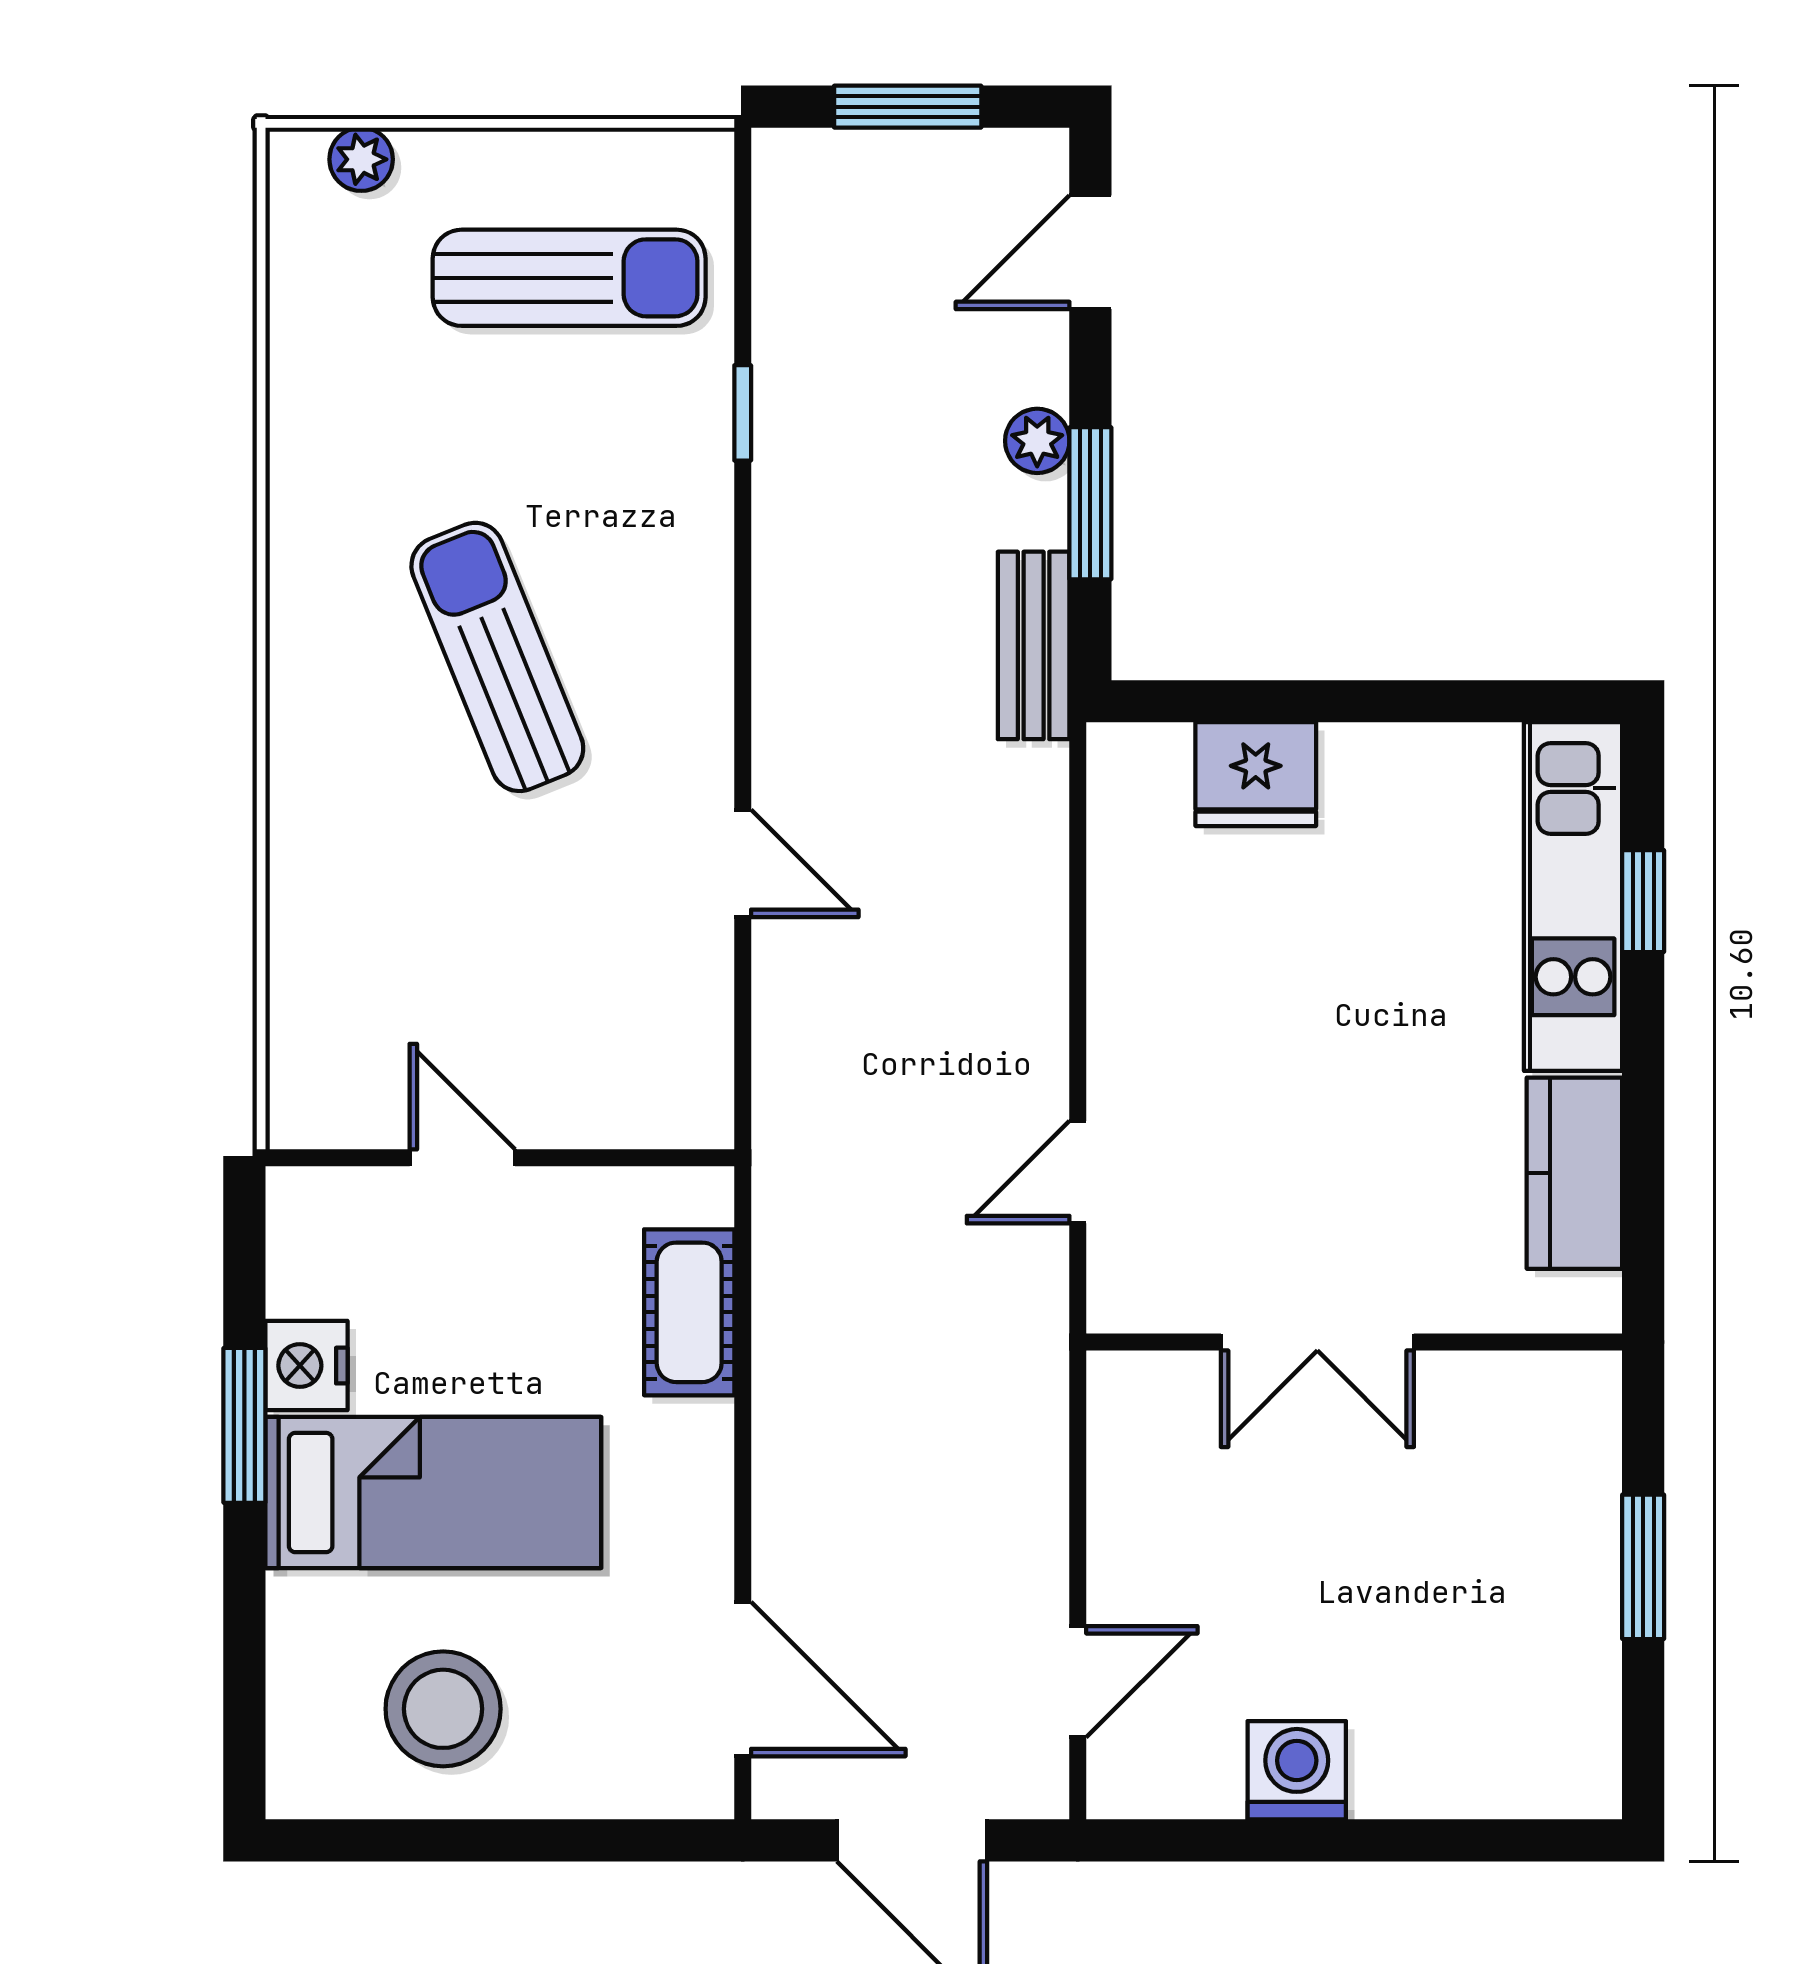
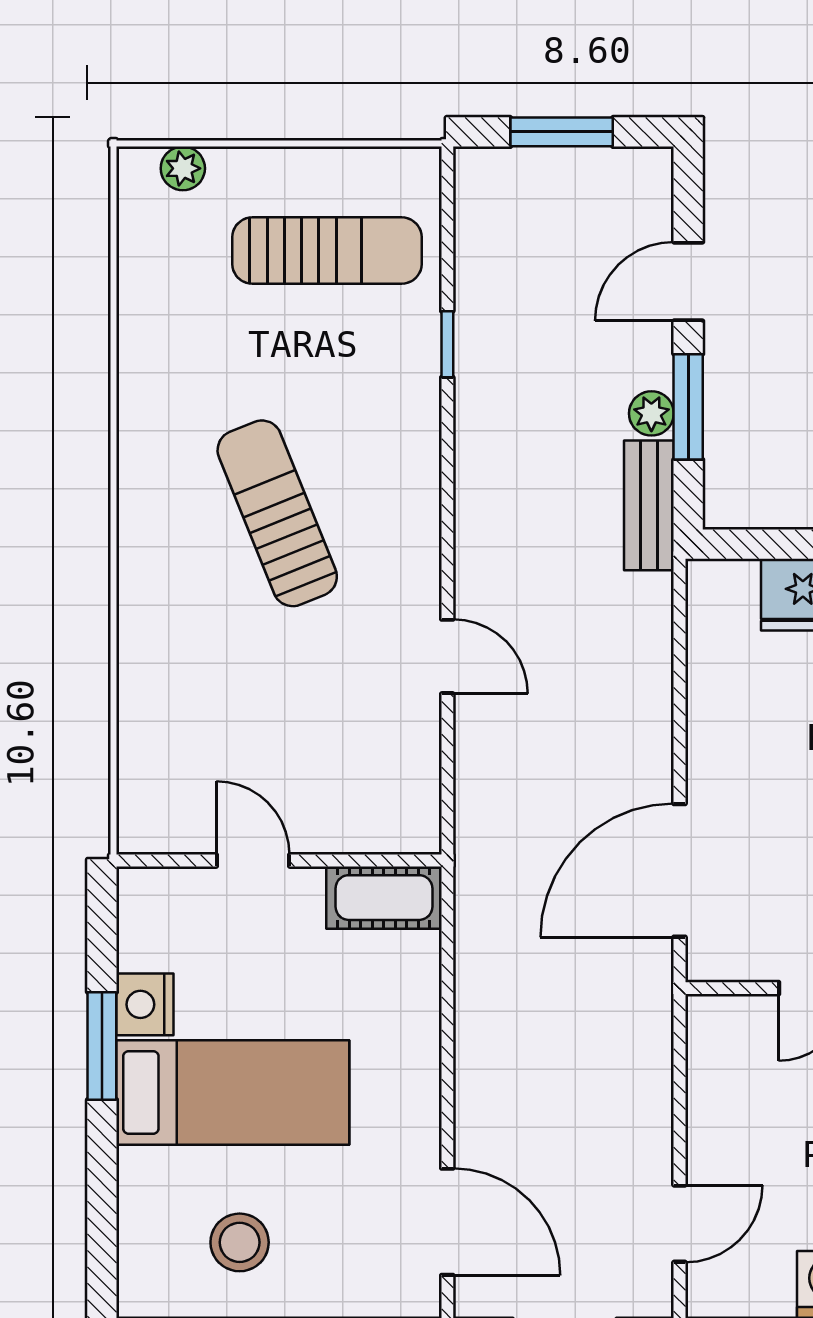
door: (1090, 252) -> (688, 281), moved
plant: (1037, 441) -> (651, 413), moved
door: (1078, 1172) -> (680, 870), width x1.88
cot: (689, 1312) -> (384, 898), moved, turned 90
stool: (443, 1709) -> (240, 1242), width x0.73, depth x0.73

